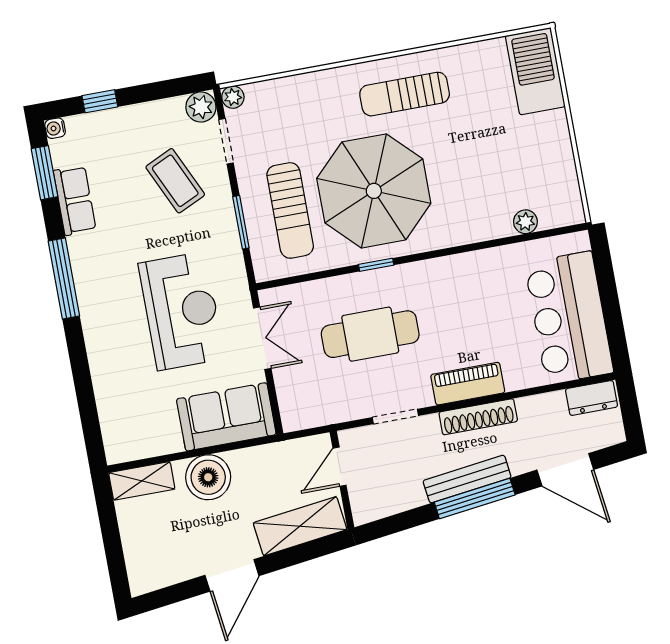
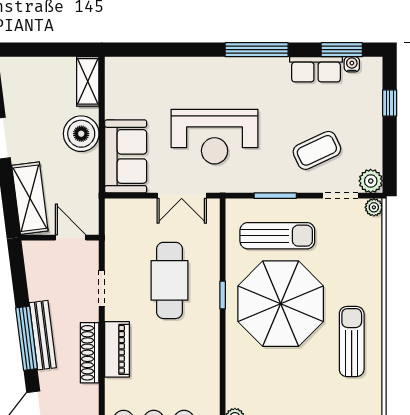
water cooler: (55, 128) -> (352, 64), moved
sun lounger: (290, 210) -> (277, 236), turned 180

